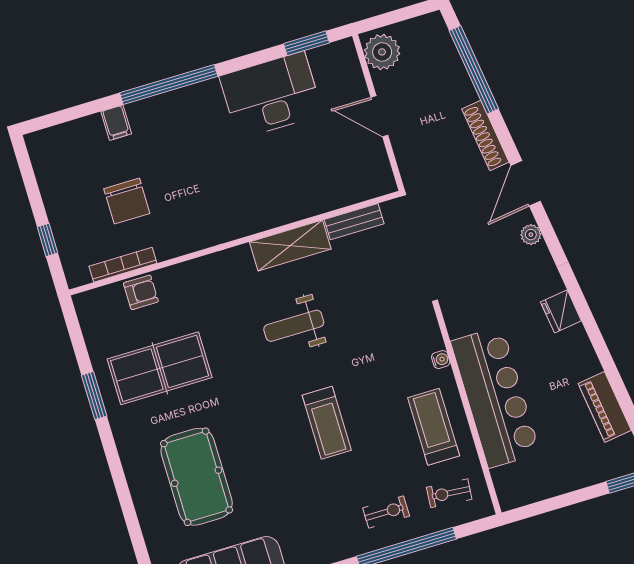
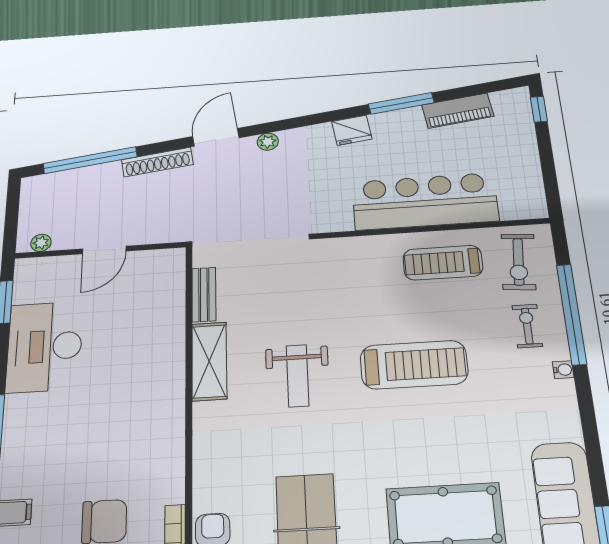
plant: (382, 52) -> (41, 243), width x0.53, depth x0.53
door: (526, 183) -> (216, 137), swing flipped
window: (602, 351) -> (401, 103), added
water cooler: (441, 360) -> (563, 370), moved, turned 90
treadmill: (327, 423) -> (414, 365), width x1.37, depth x1.38
exercise bike: (449, 493) -> (518, 262), width x1.38, depth x1.39

